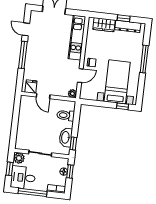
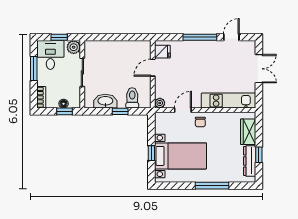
door: (80, 76) -> (183, 110), swing flipped
window: (123, 106) -> (151, 153), moved
window: (73, 143) -> (120, 111), moved
window: (32, 192) -> (34, 69), width x0.69

